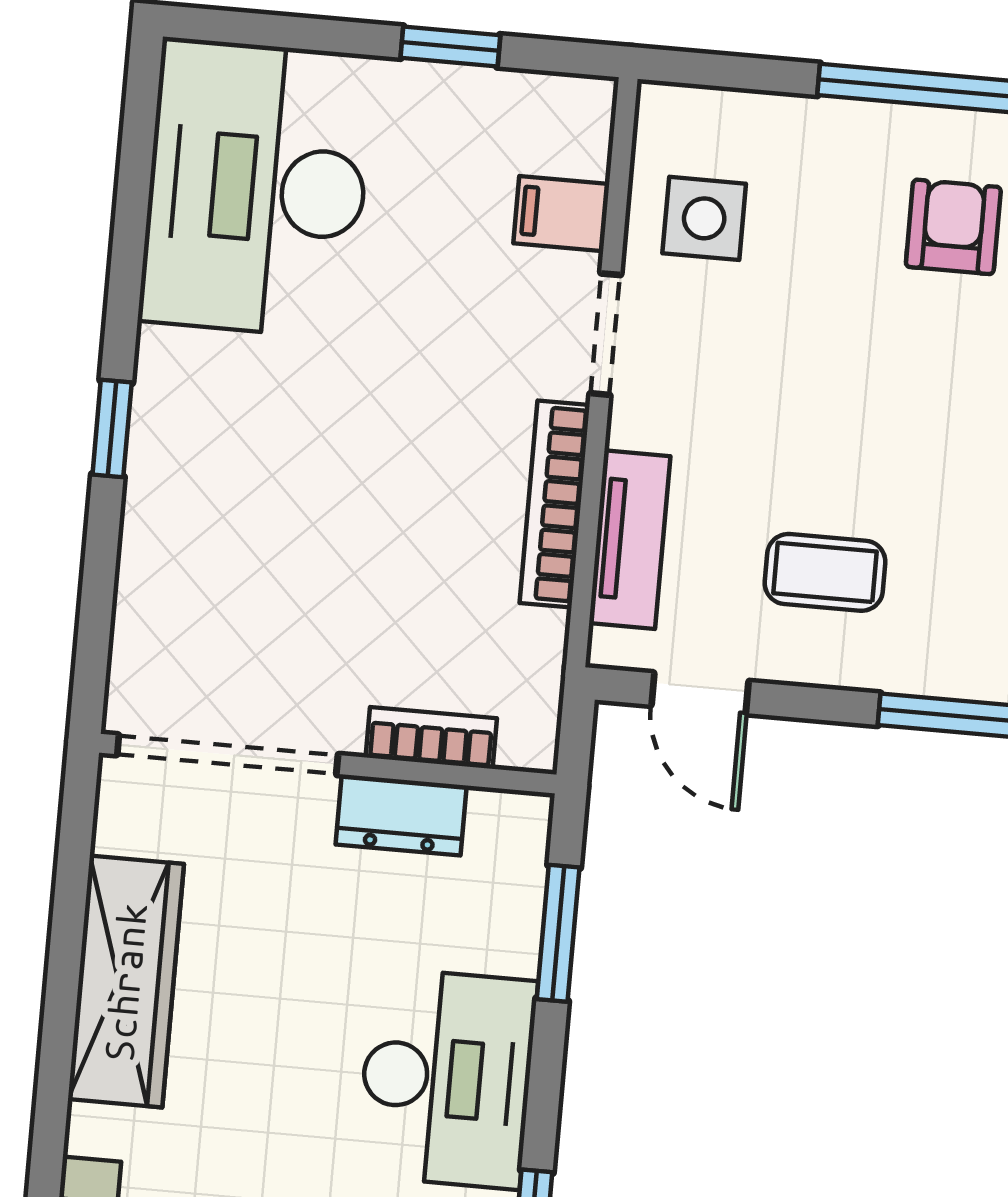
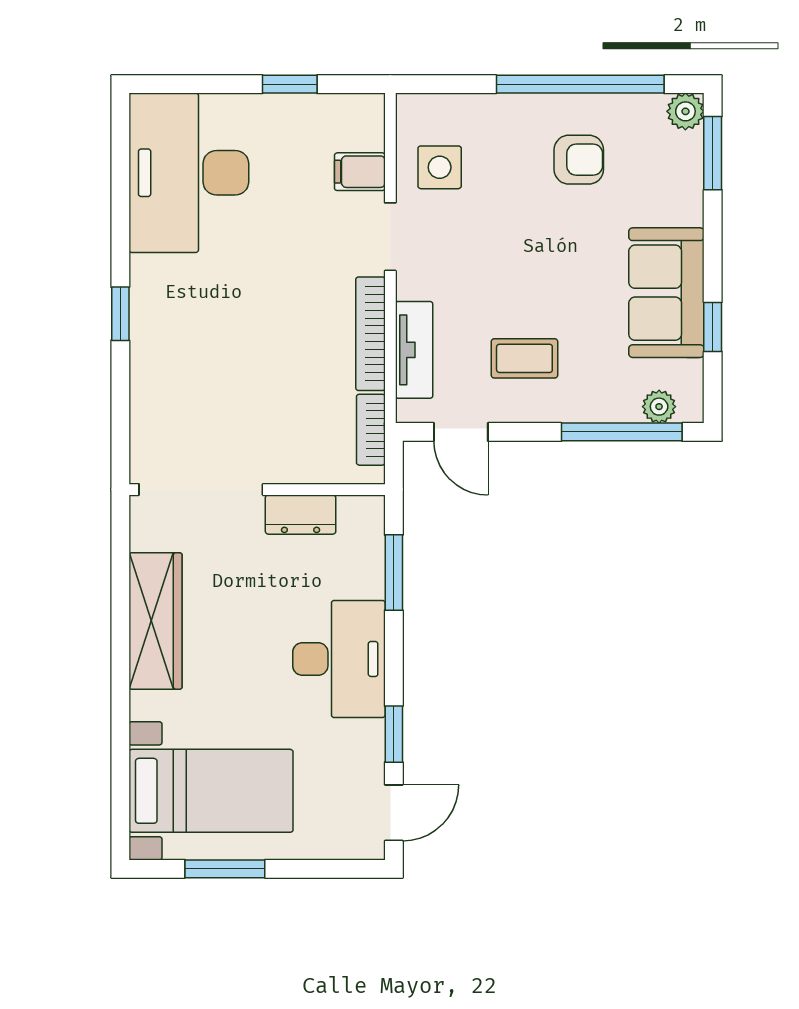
armchair: (953, 227) -> (579, 160), turned 90
bookcase: (431, 738) -> (371, 430), moved, turned -90

